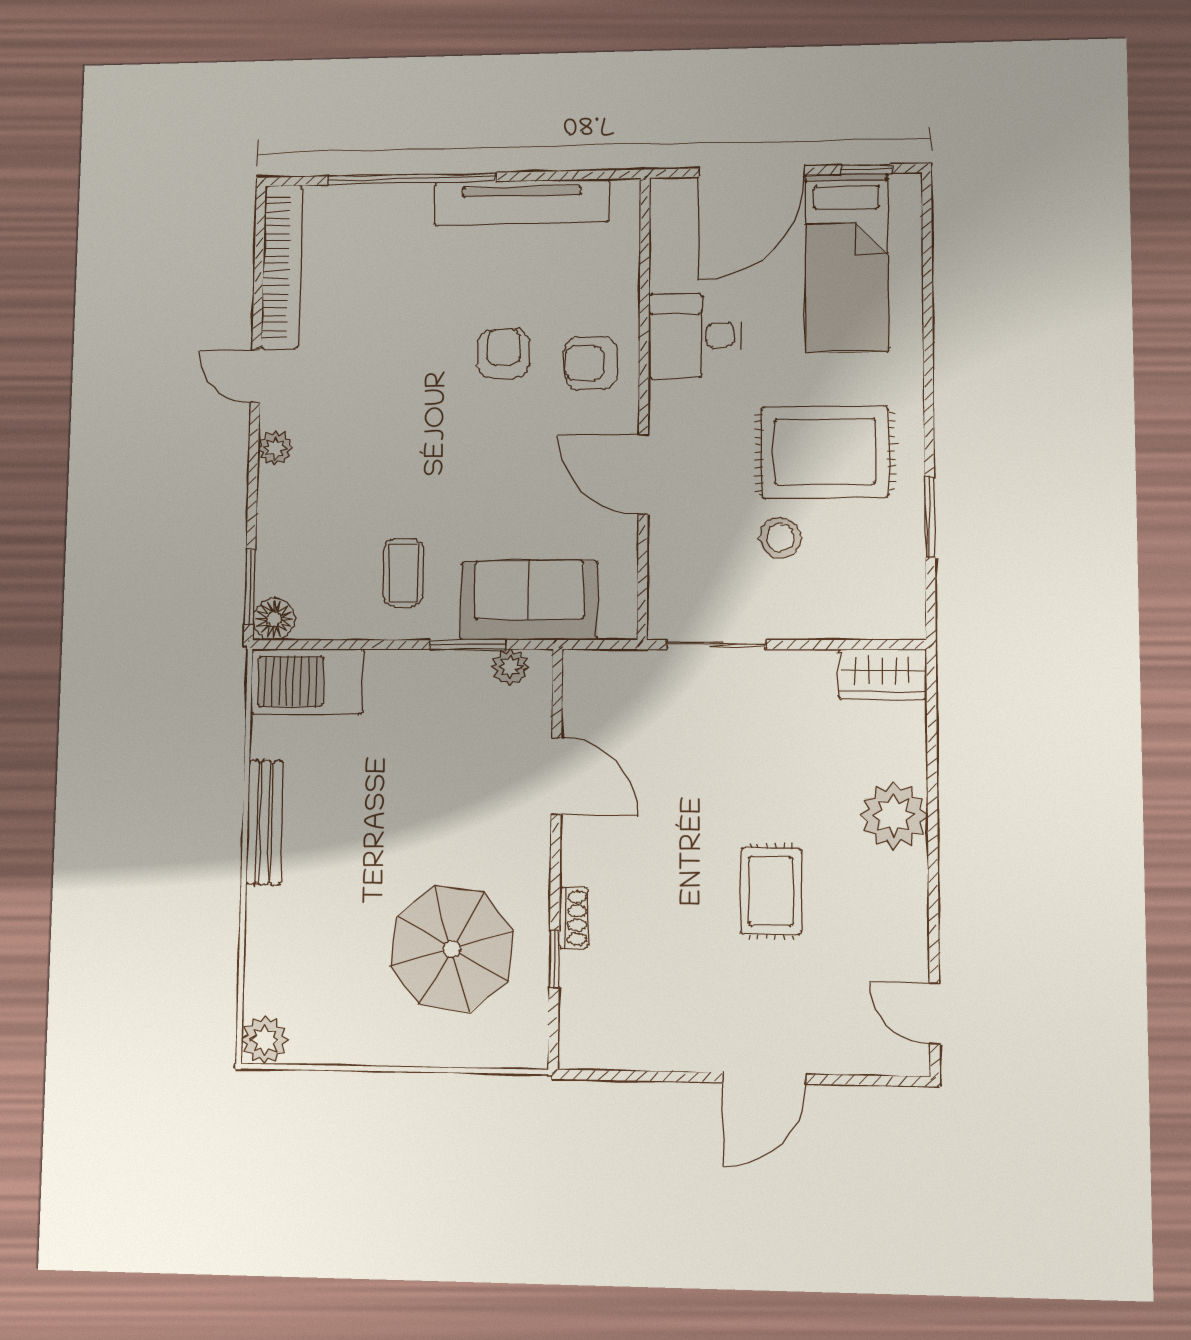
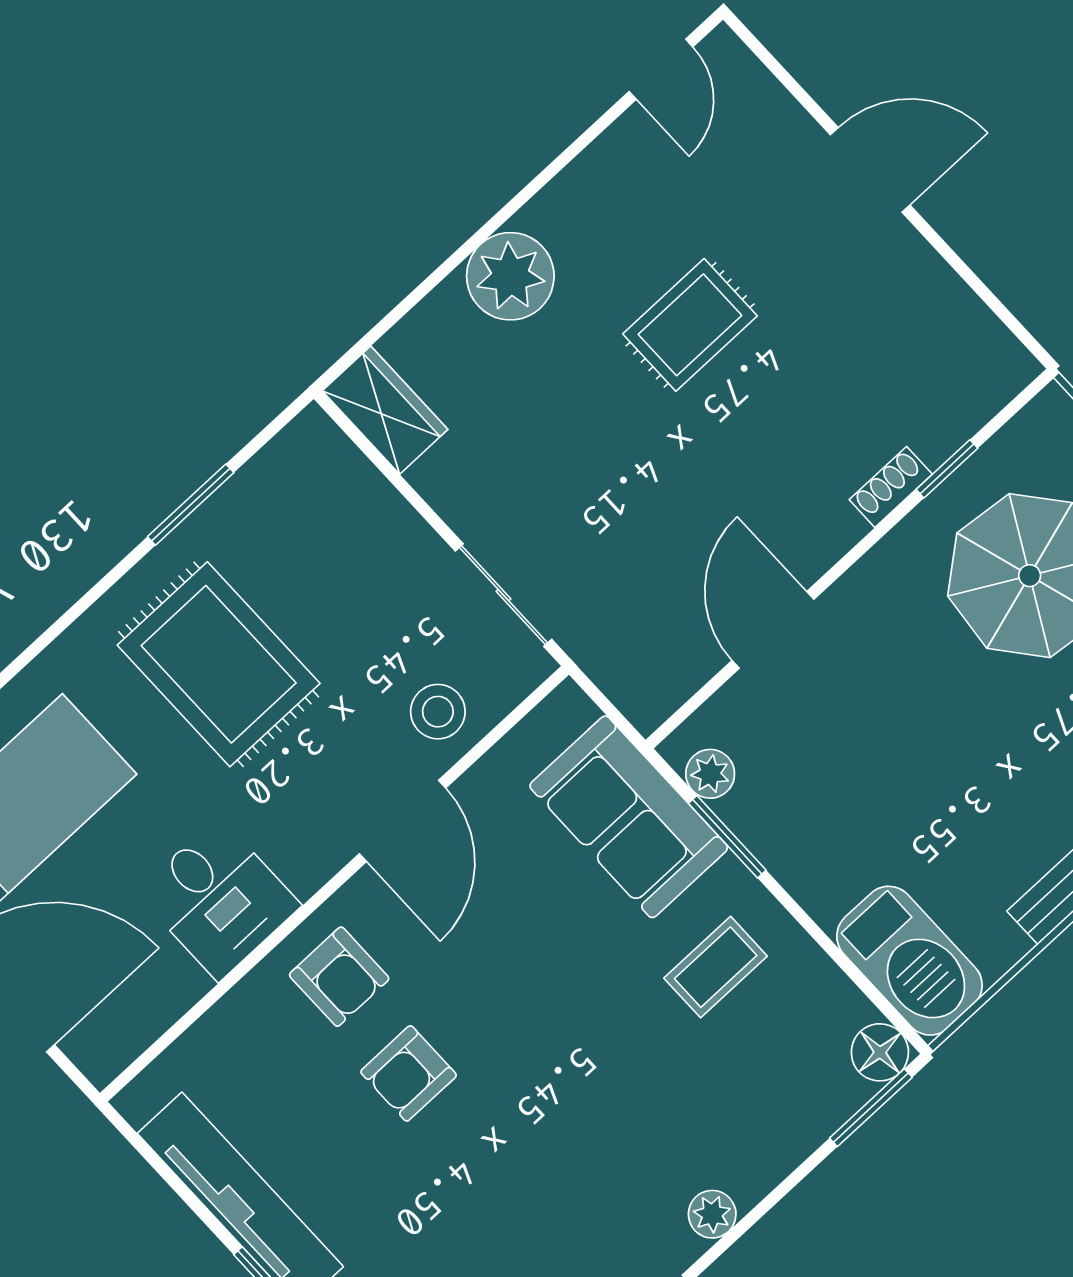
stool: (780, 538) -> (438, 712), moved

